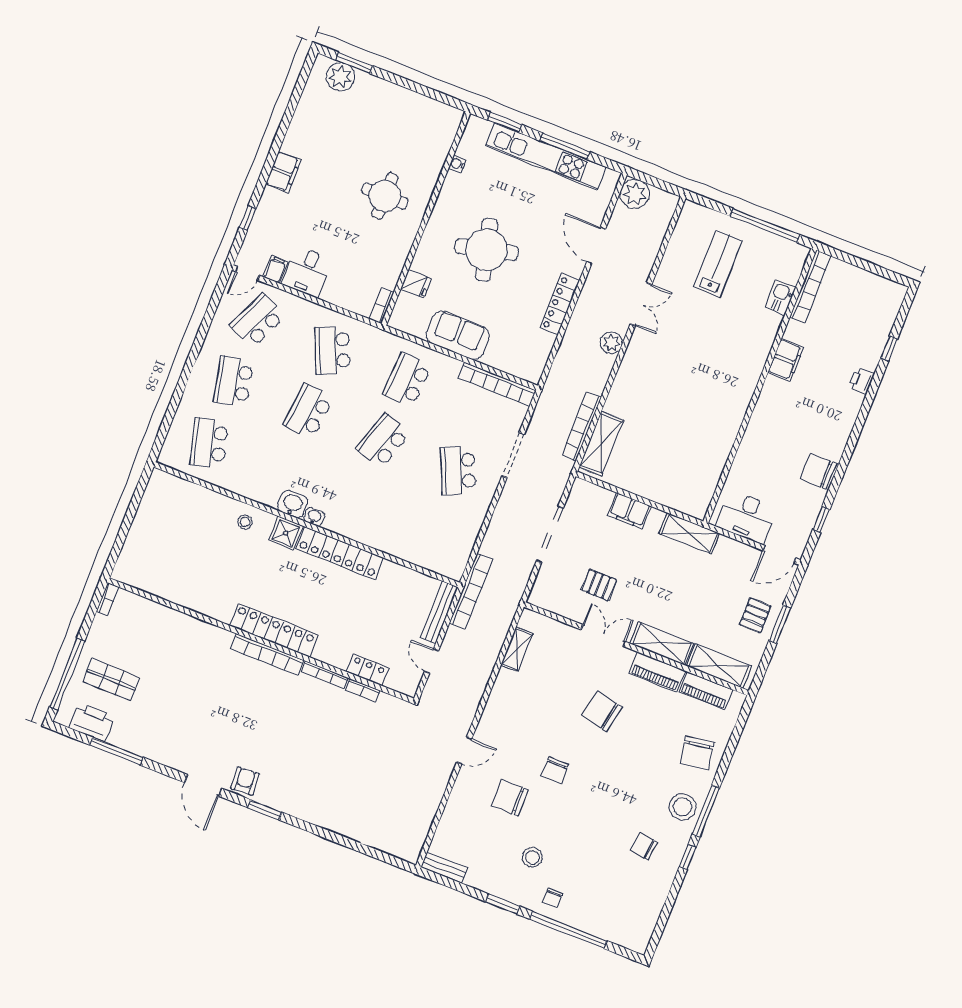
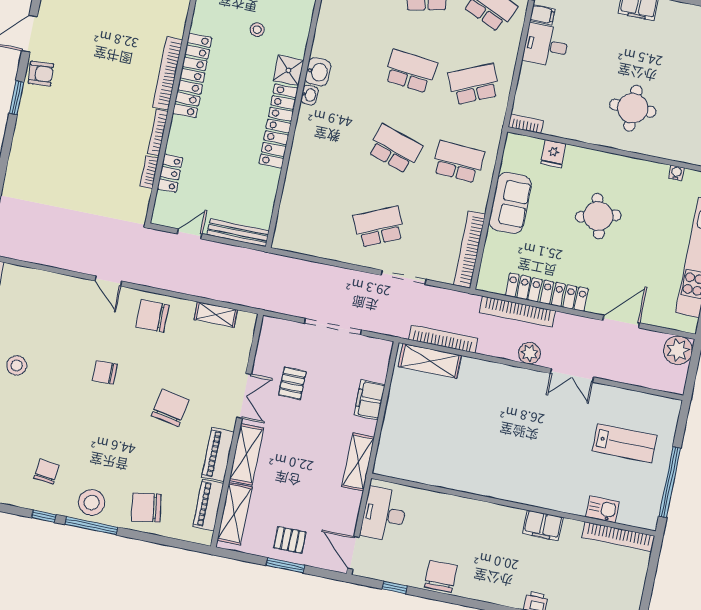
round table: (486, 250) -> (598, 216), width x0.73, depth x0.73
locker: (560, 304) -> (547, 292), width x1.41, depth x1.21
stool: (245, 522) -> (257, 30), moved
bookcase: (471, 591) -> (517, 312), moved
chair: (510, 798) -> (152, 316), moved, turned -90

